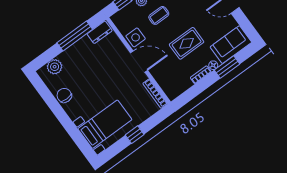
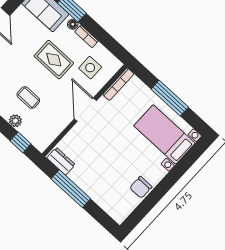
side table: (136, 37) -> (90, 68), moved
plant: (55, 67) -> (110, 205), removed
window: (135, 135) -> (170, 98), width x2.17

